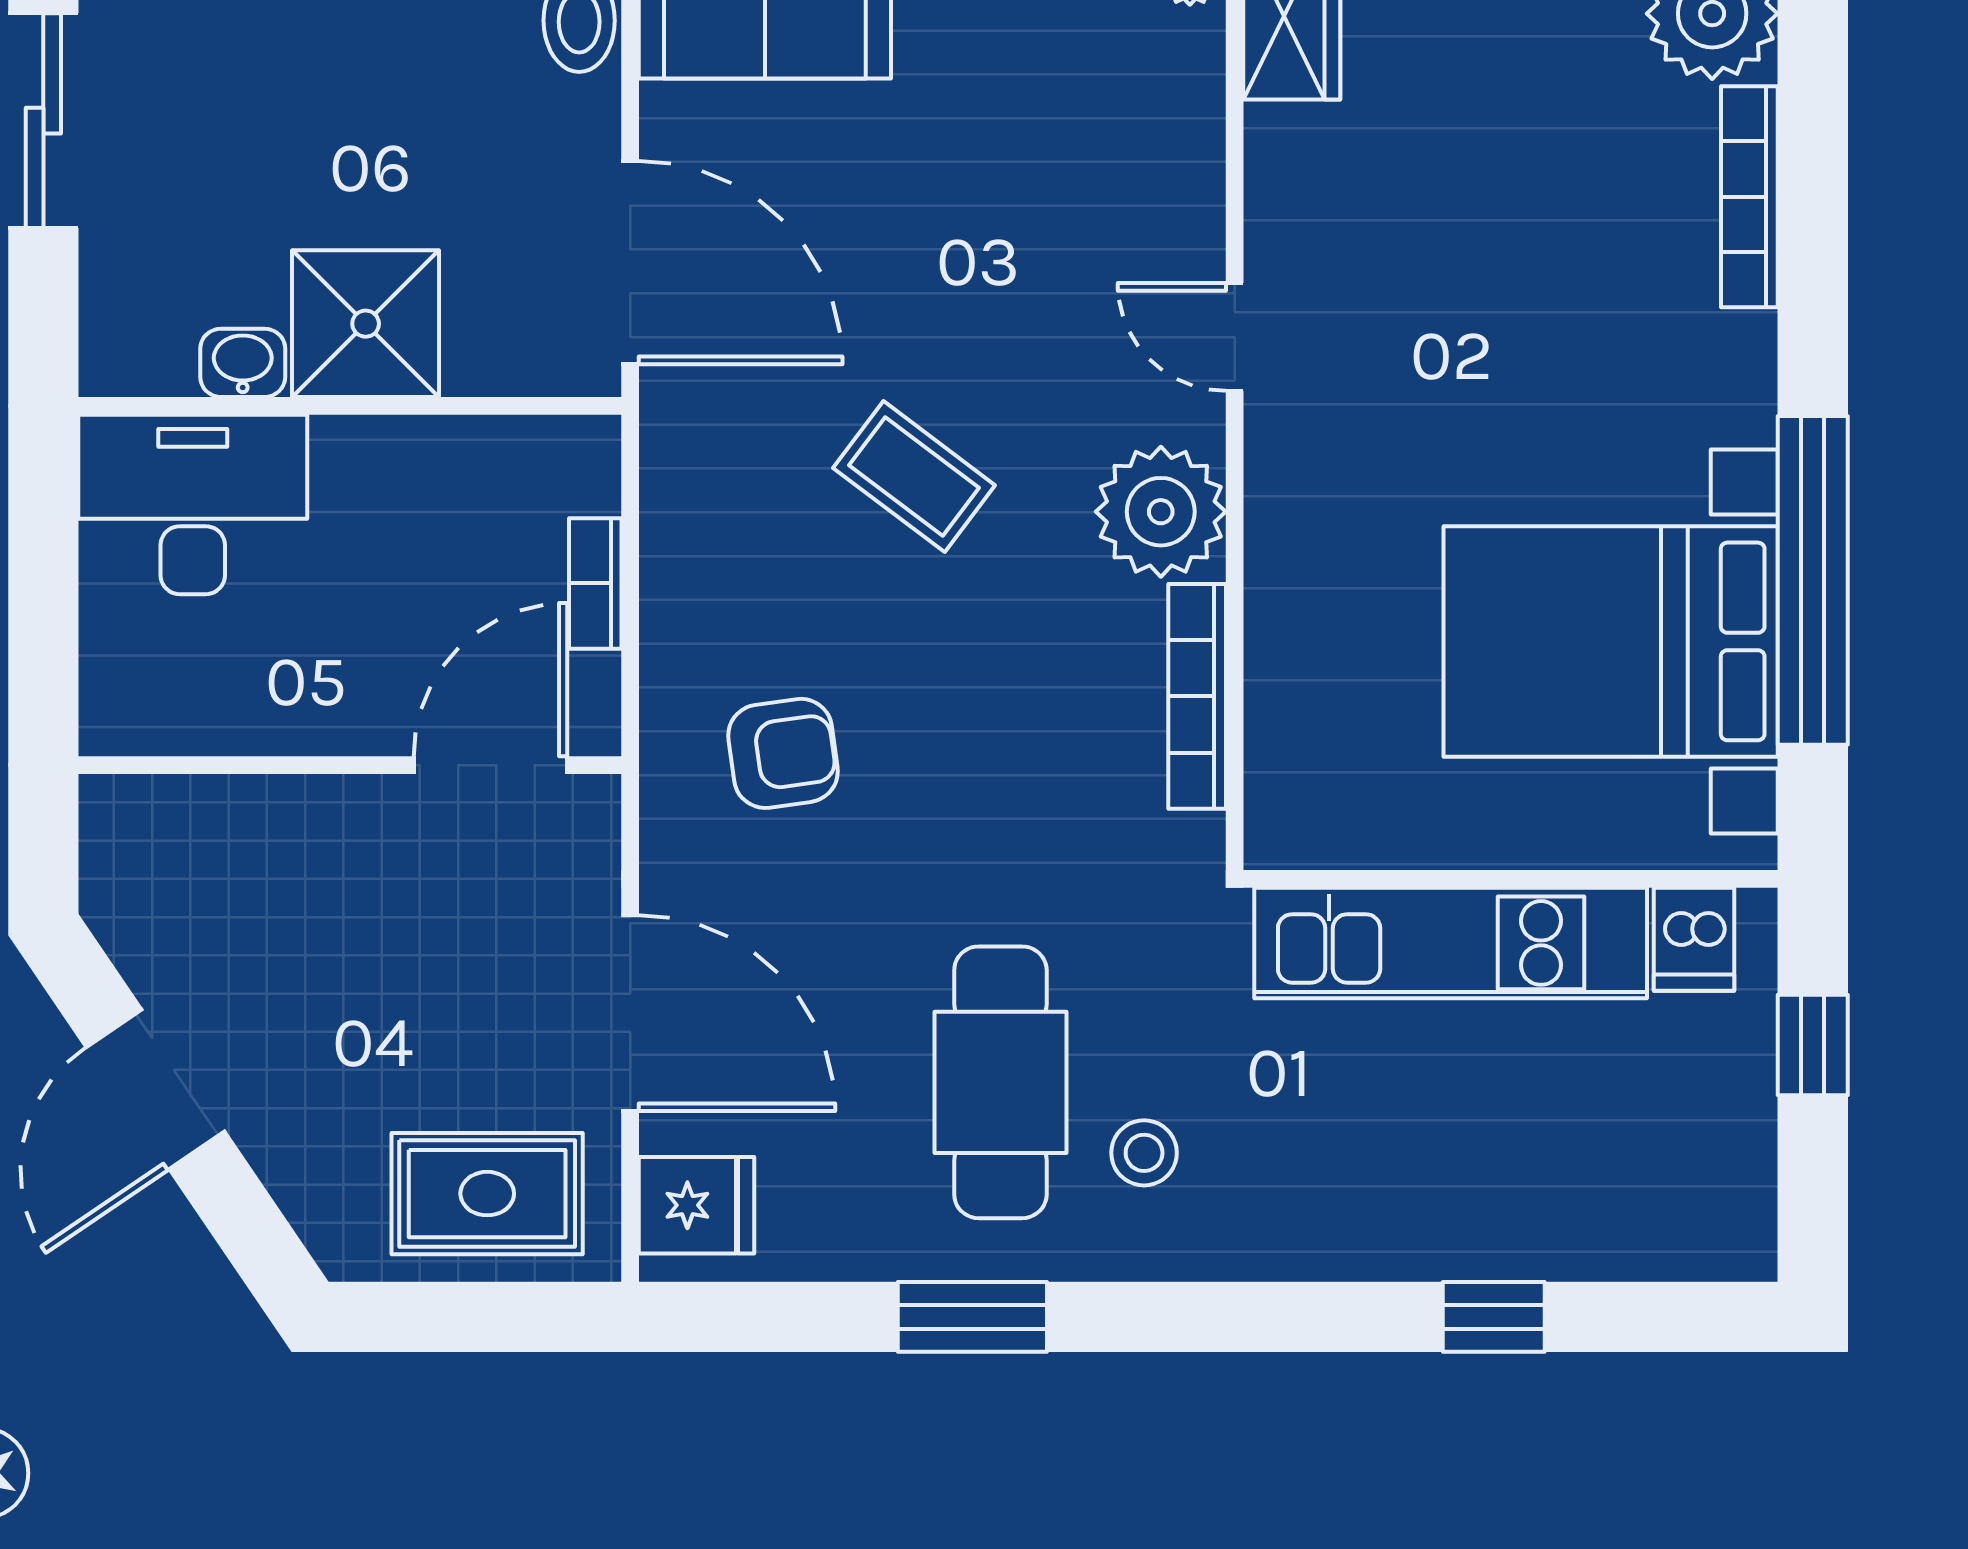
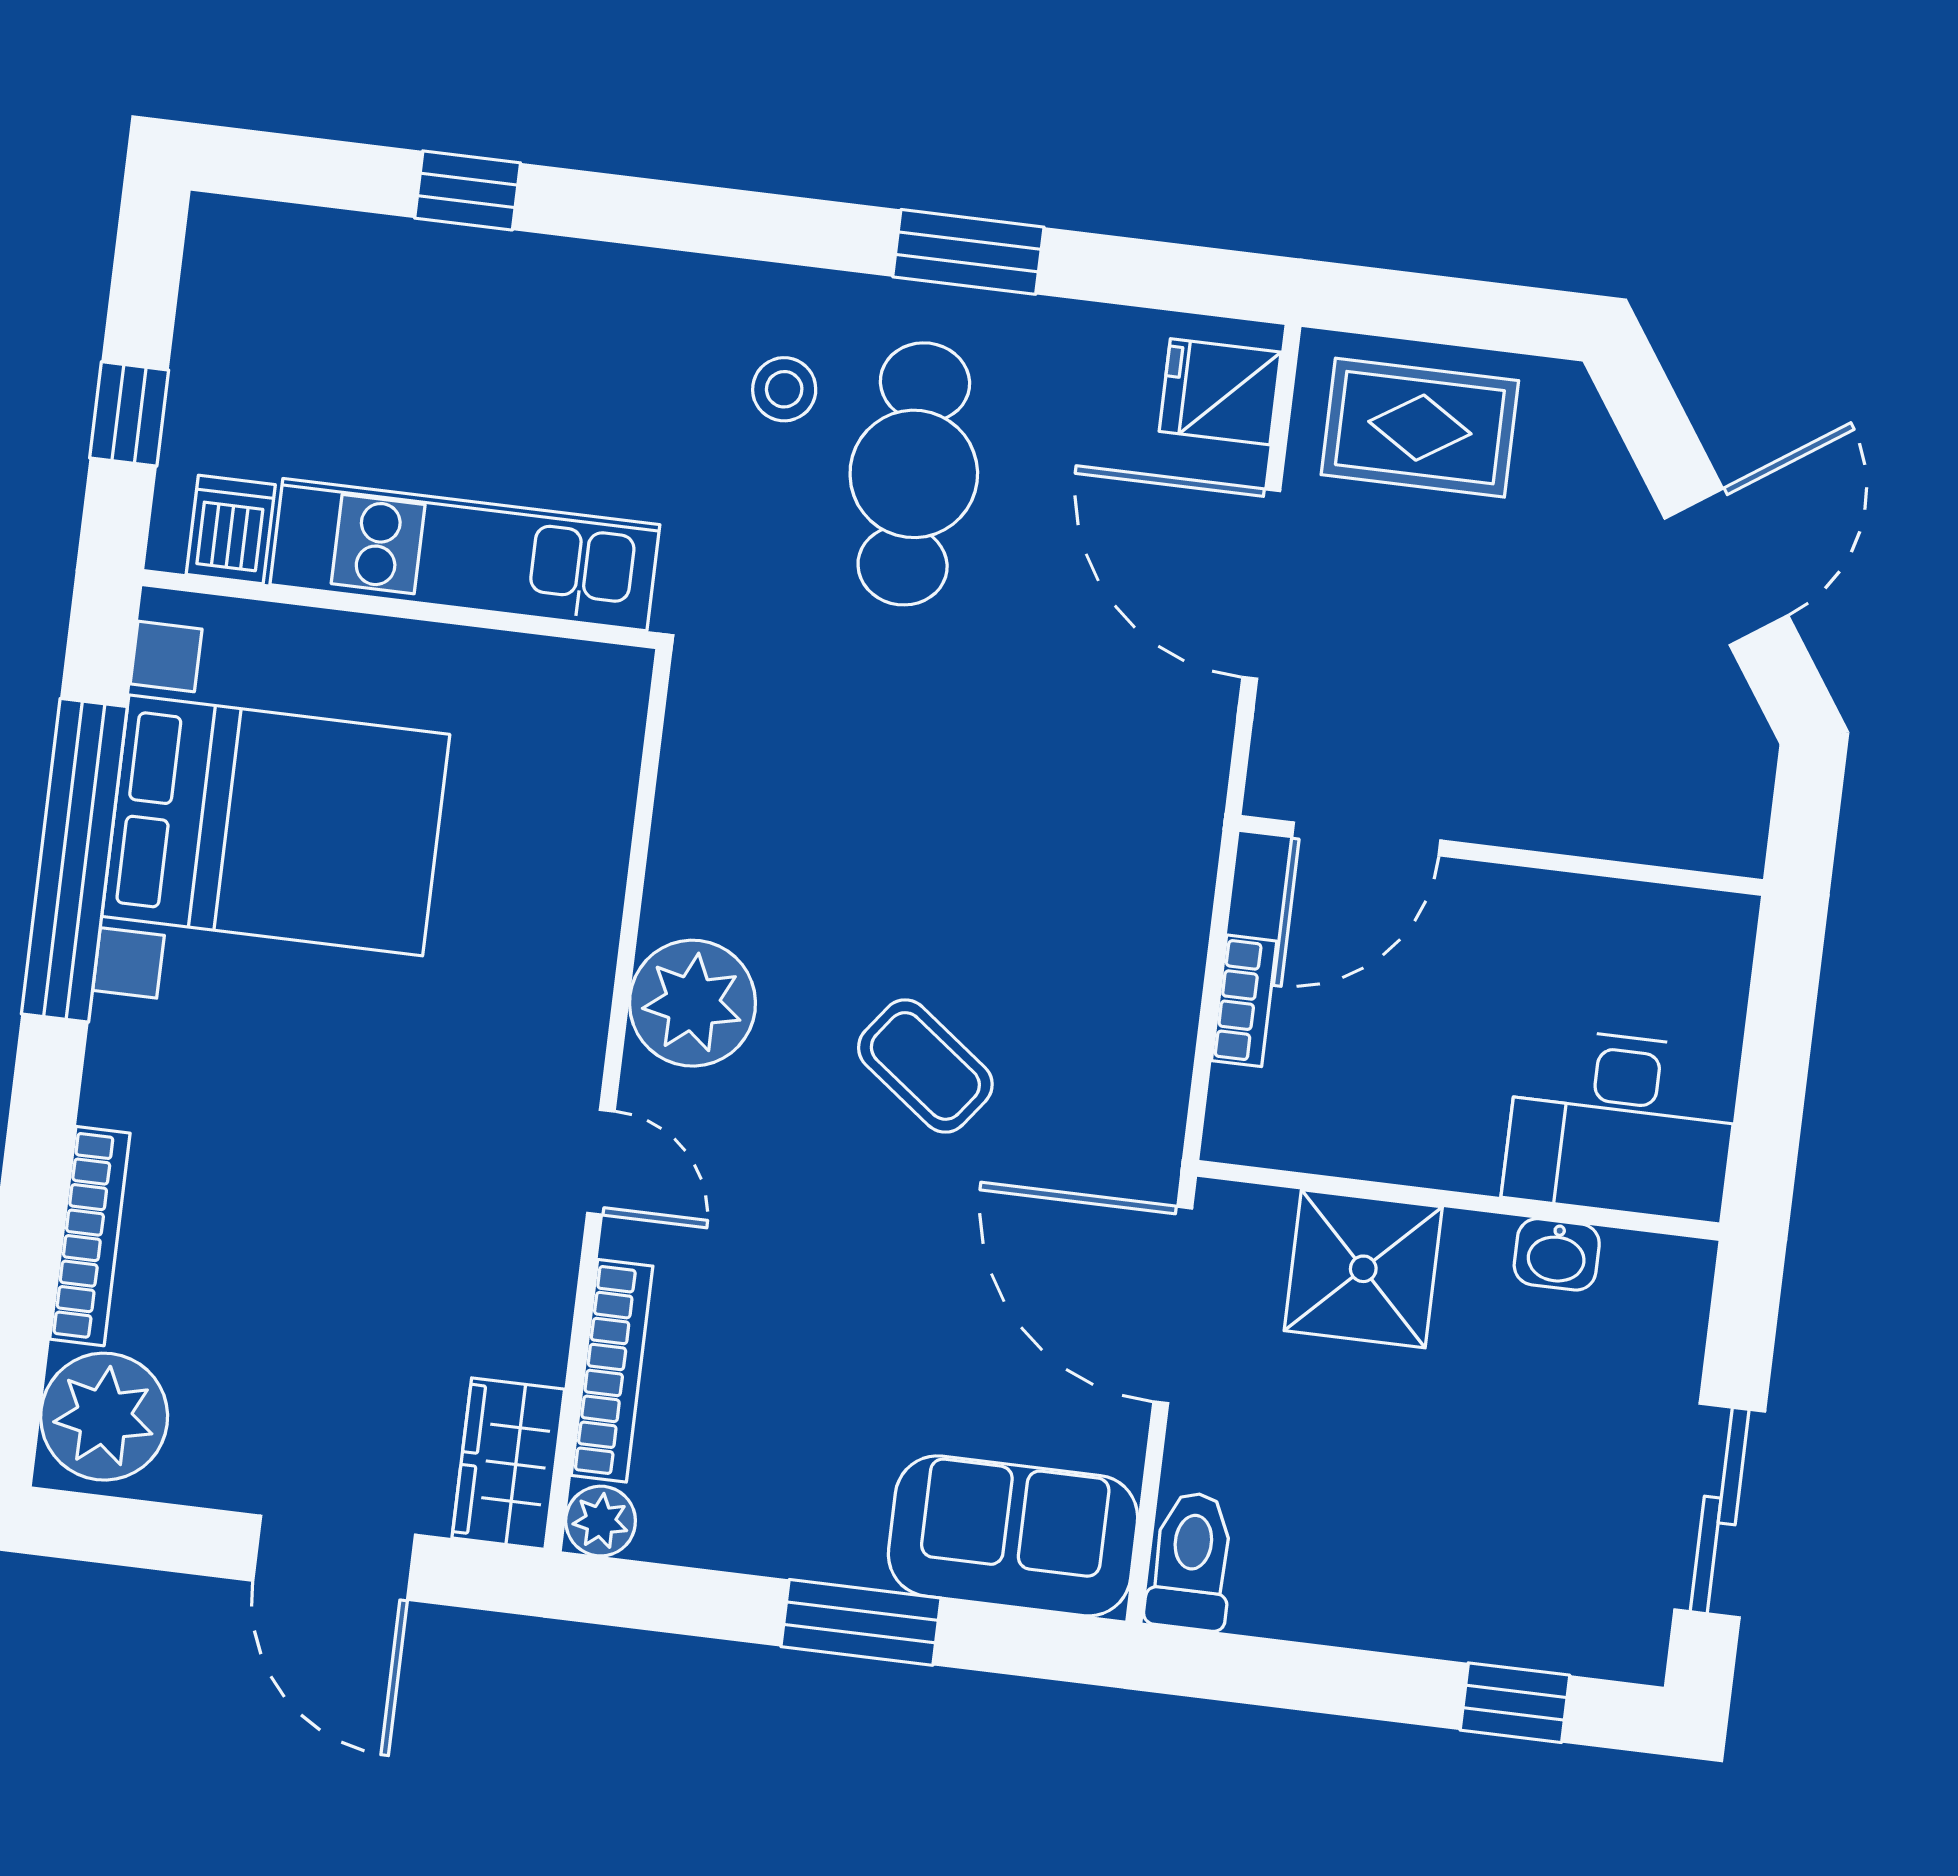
shower: (366, 324) -> (1363, 1269), moved
bookcase: (1197, 696) -> (612, 1371), moved
armchair: (783, 753) -> (1084, 815), removed

